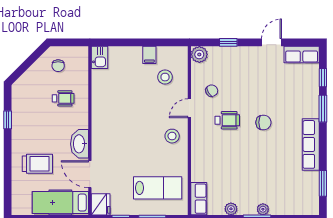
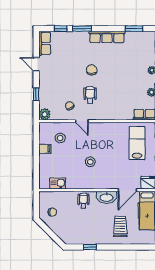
kitchen sink: (99, 57) -> (58, 183), moved
wheelchair: (63, 98) -> (83, 201), moved
stool: (172, 136) -> (90, 162), moved

